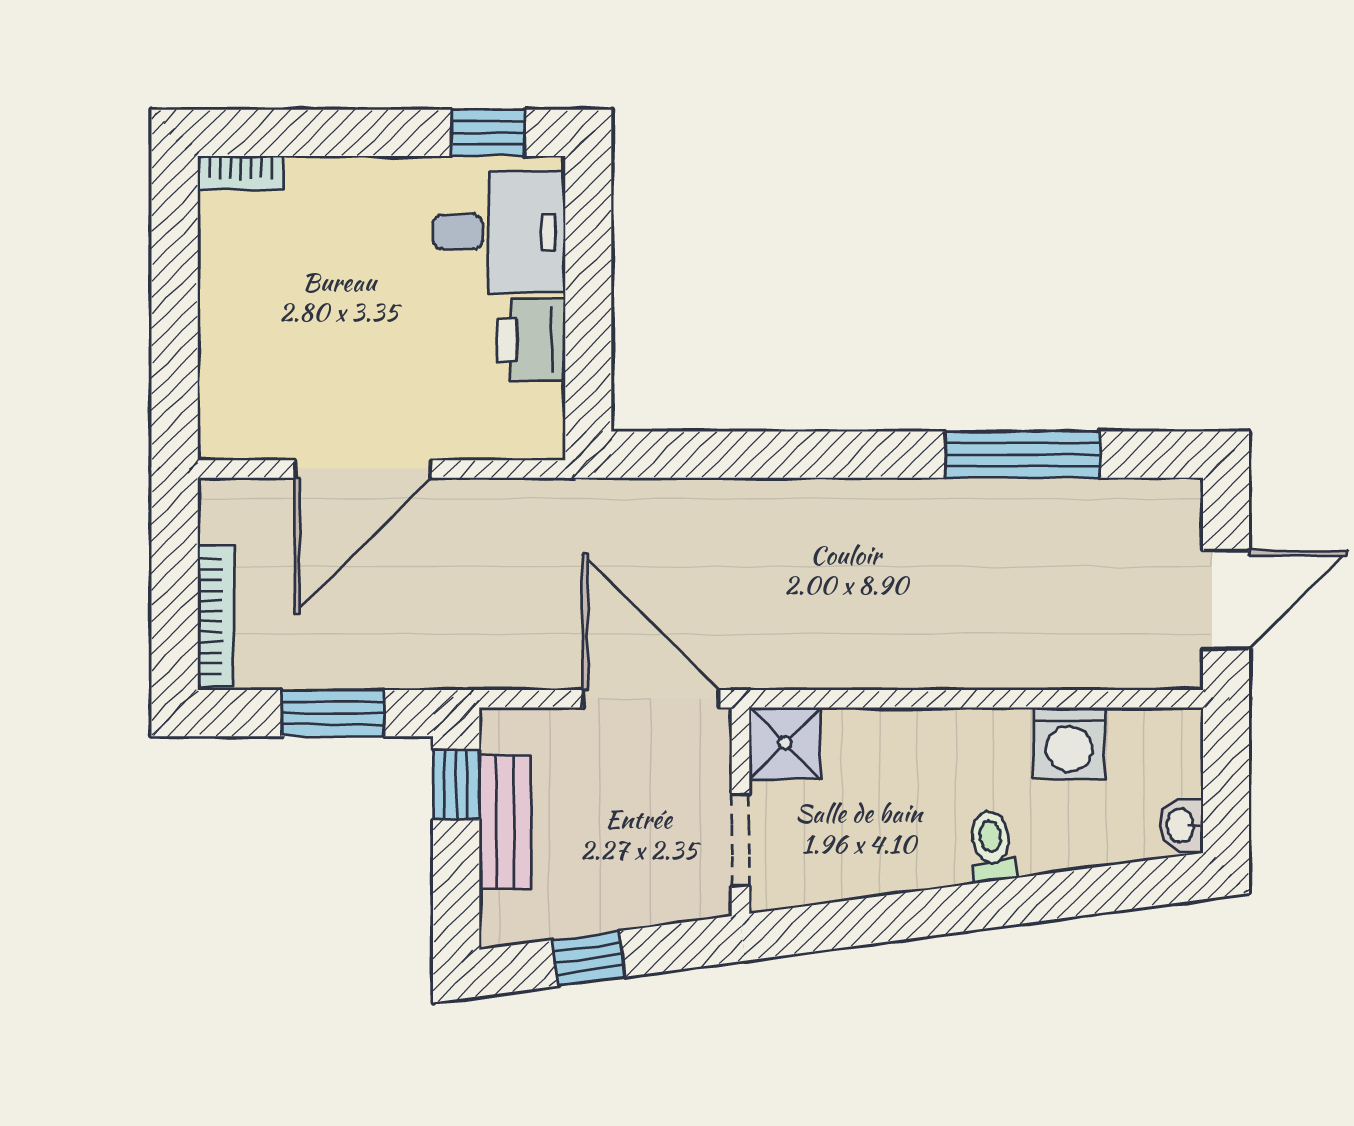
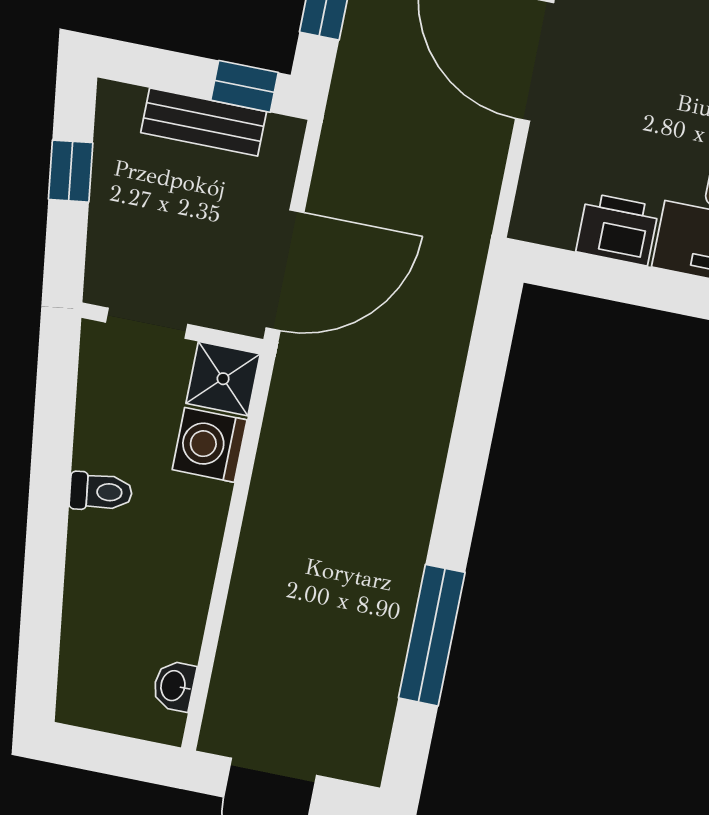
washing machine: (1069, 743) -> (210, 445), moved
washbasin: (1182, 825) -> (174, 686), moved, turned -90
toilet: (992, 846) -> (101, 492), moved

